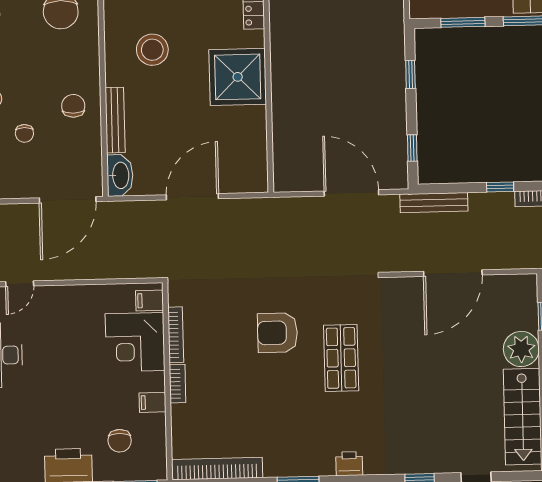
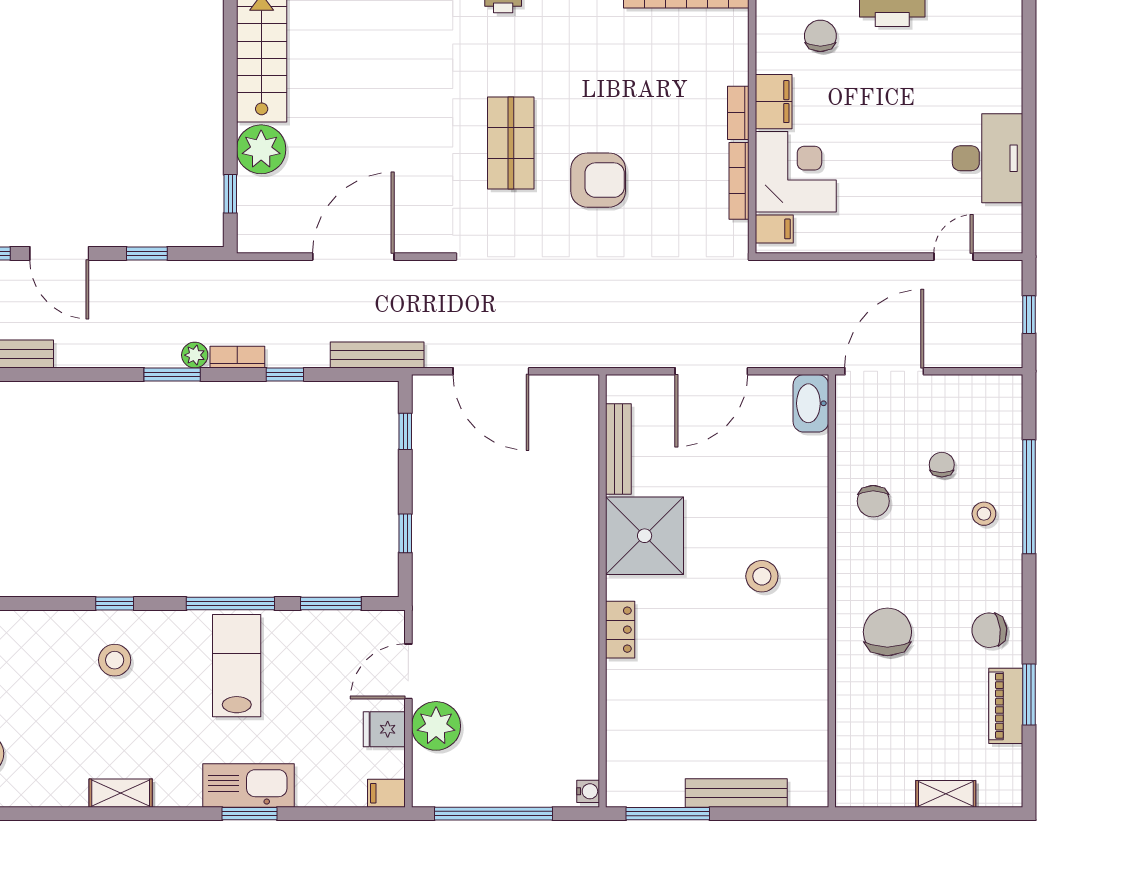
stool: (152, 50) -> (762, 576), width x0.73, depth x0.73
bench: (115, 120) -> (618, 449), moved
filing cabinet: (152, 402) -> (774, 102), width x2.00

